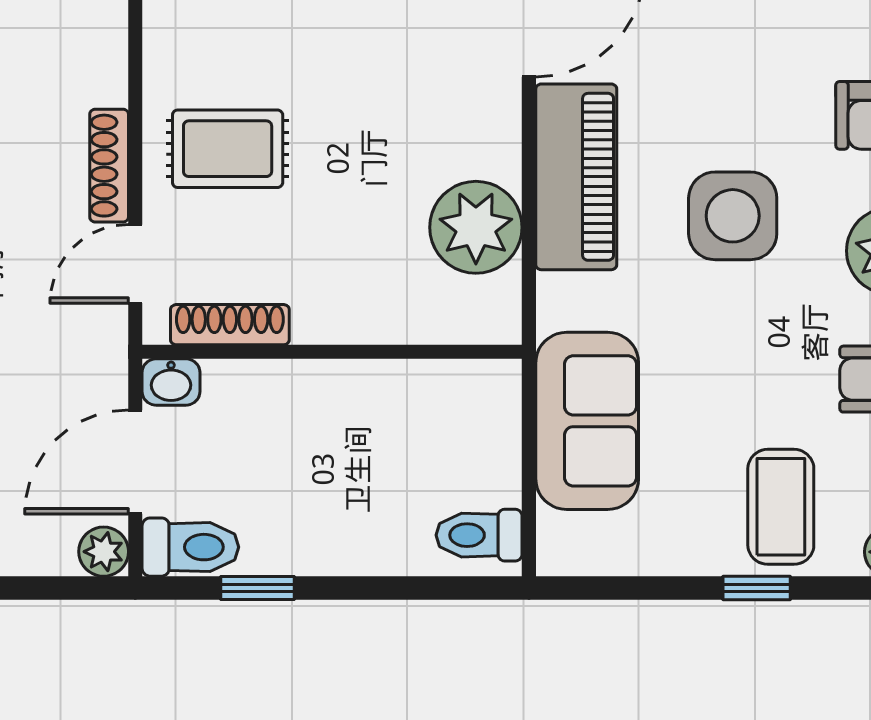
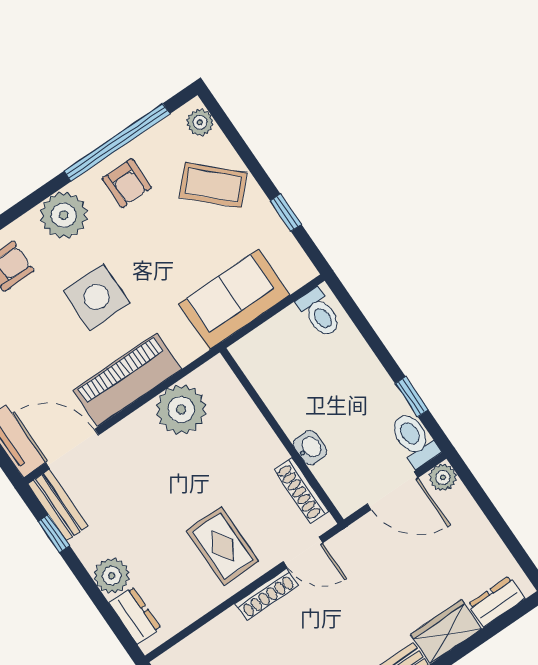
washbasin: (171, 382) -> (310, 448), moved
coffee table: (781, 507) -> (213, 185), turned 44
window: (757, 588) -> (286, 213), moved

